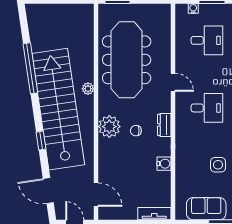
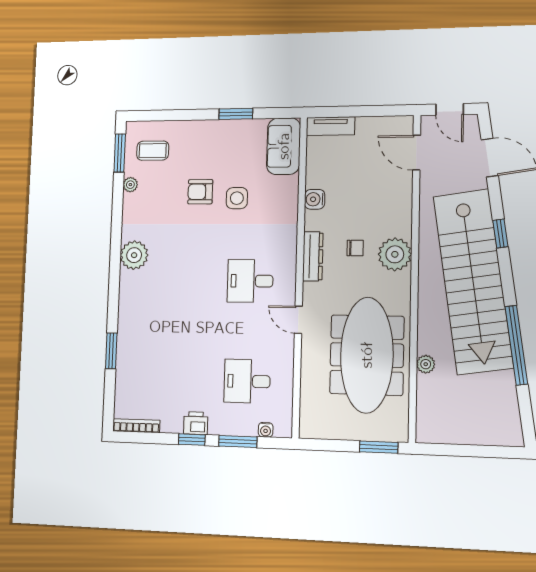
plant: (88, 89) -> (426, 364), moved
dresser: (164, 125) -> (313, 256), width x1.44
sofa: (206, 209) -> (284, 146), moved, turned 90

